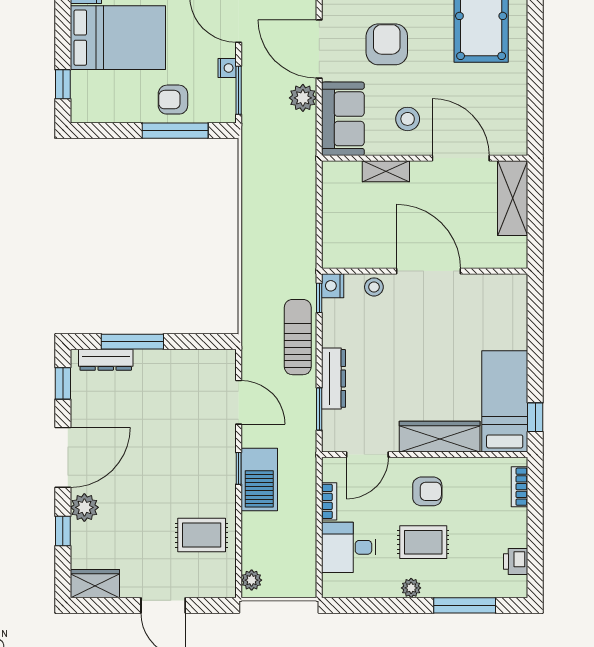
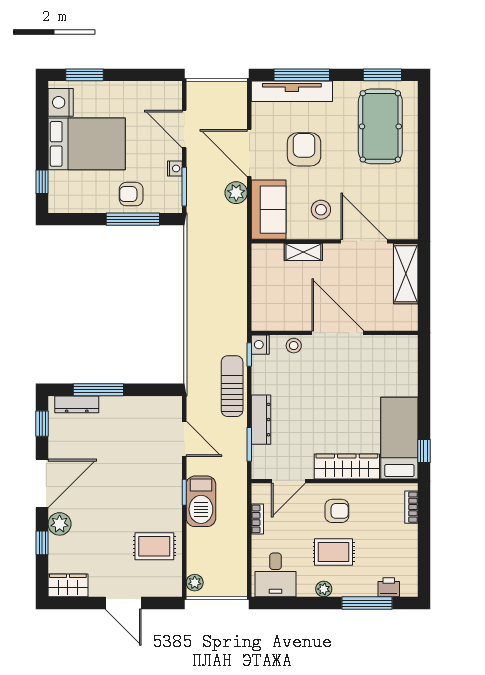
desk: (349, 547) -> (275, 575), moved, turned -90
printer: (516, 562) -> (389, 587), moved, turned 90

